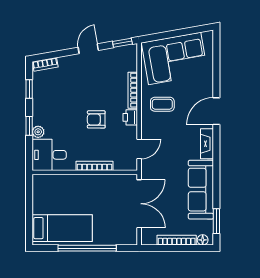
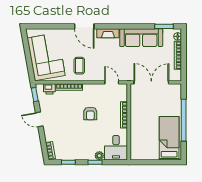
printer: (130, 117) -> (49, 89), moved

